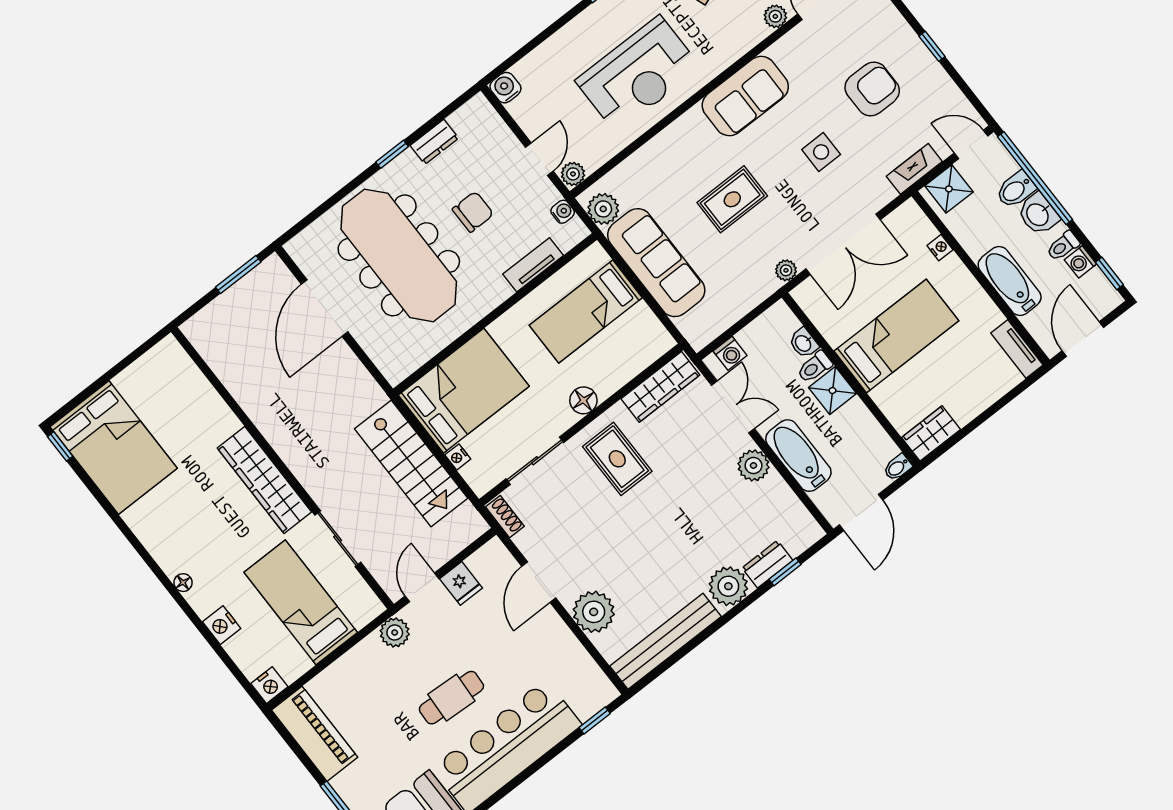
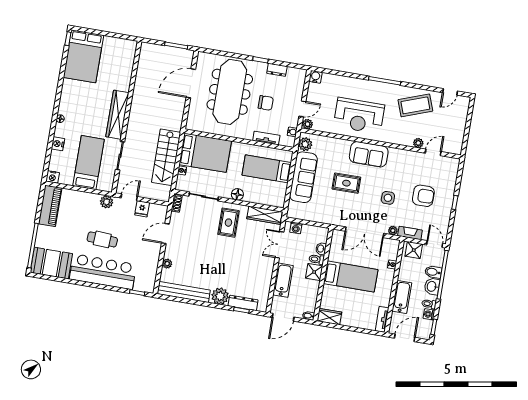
sofa: (745, 96) -> (369, 154), moved
plant: (786, 270) -> (393, 231), moved
double door: (733, 407) -> (279, 245), swing flipped
plant: (753, 466) -> (267, 269), removed
dresser: (767, 564) -> (243, 303), width x1.44
plant: (594, 612) -> (167, 264), width x0.53, depth x0.53

